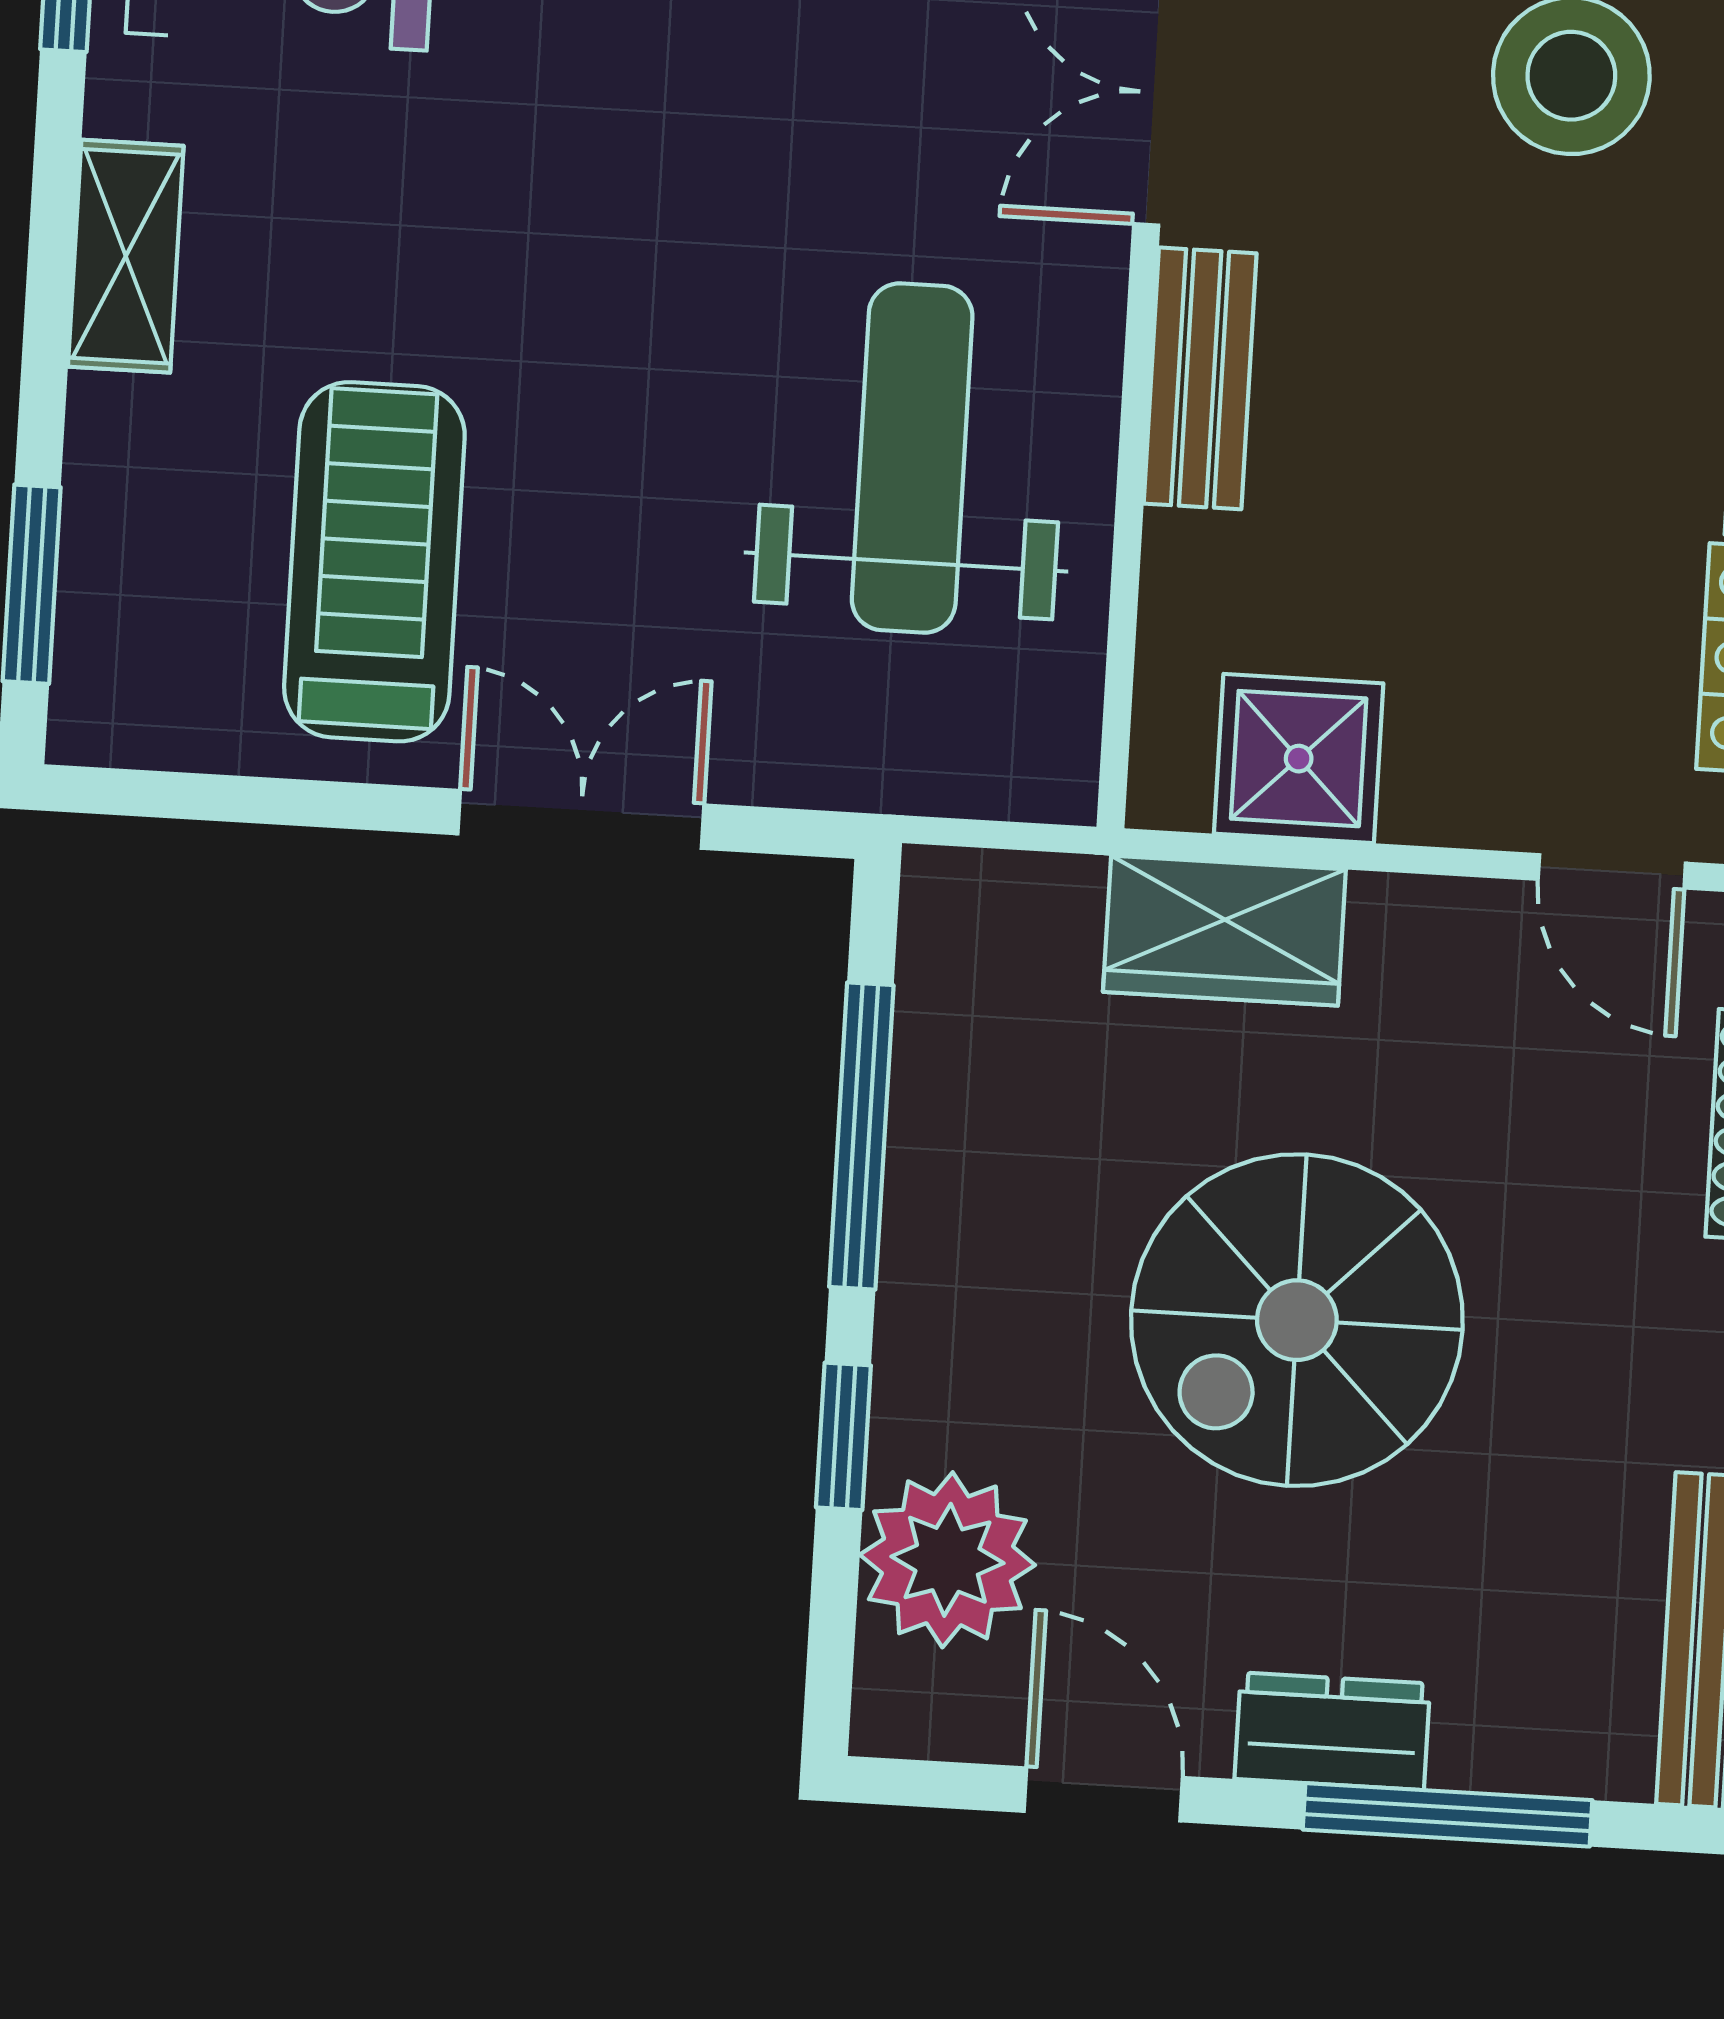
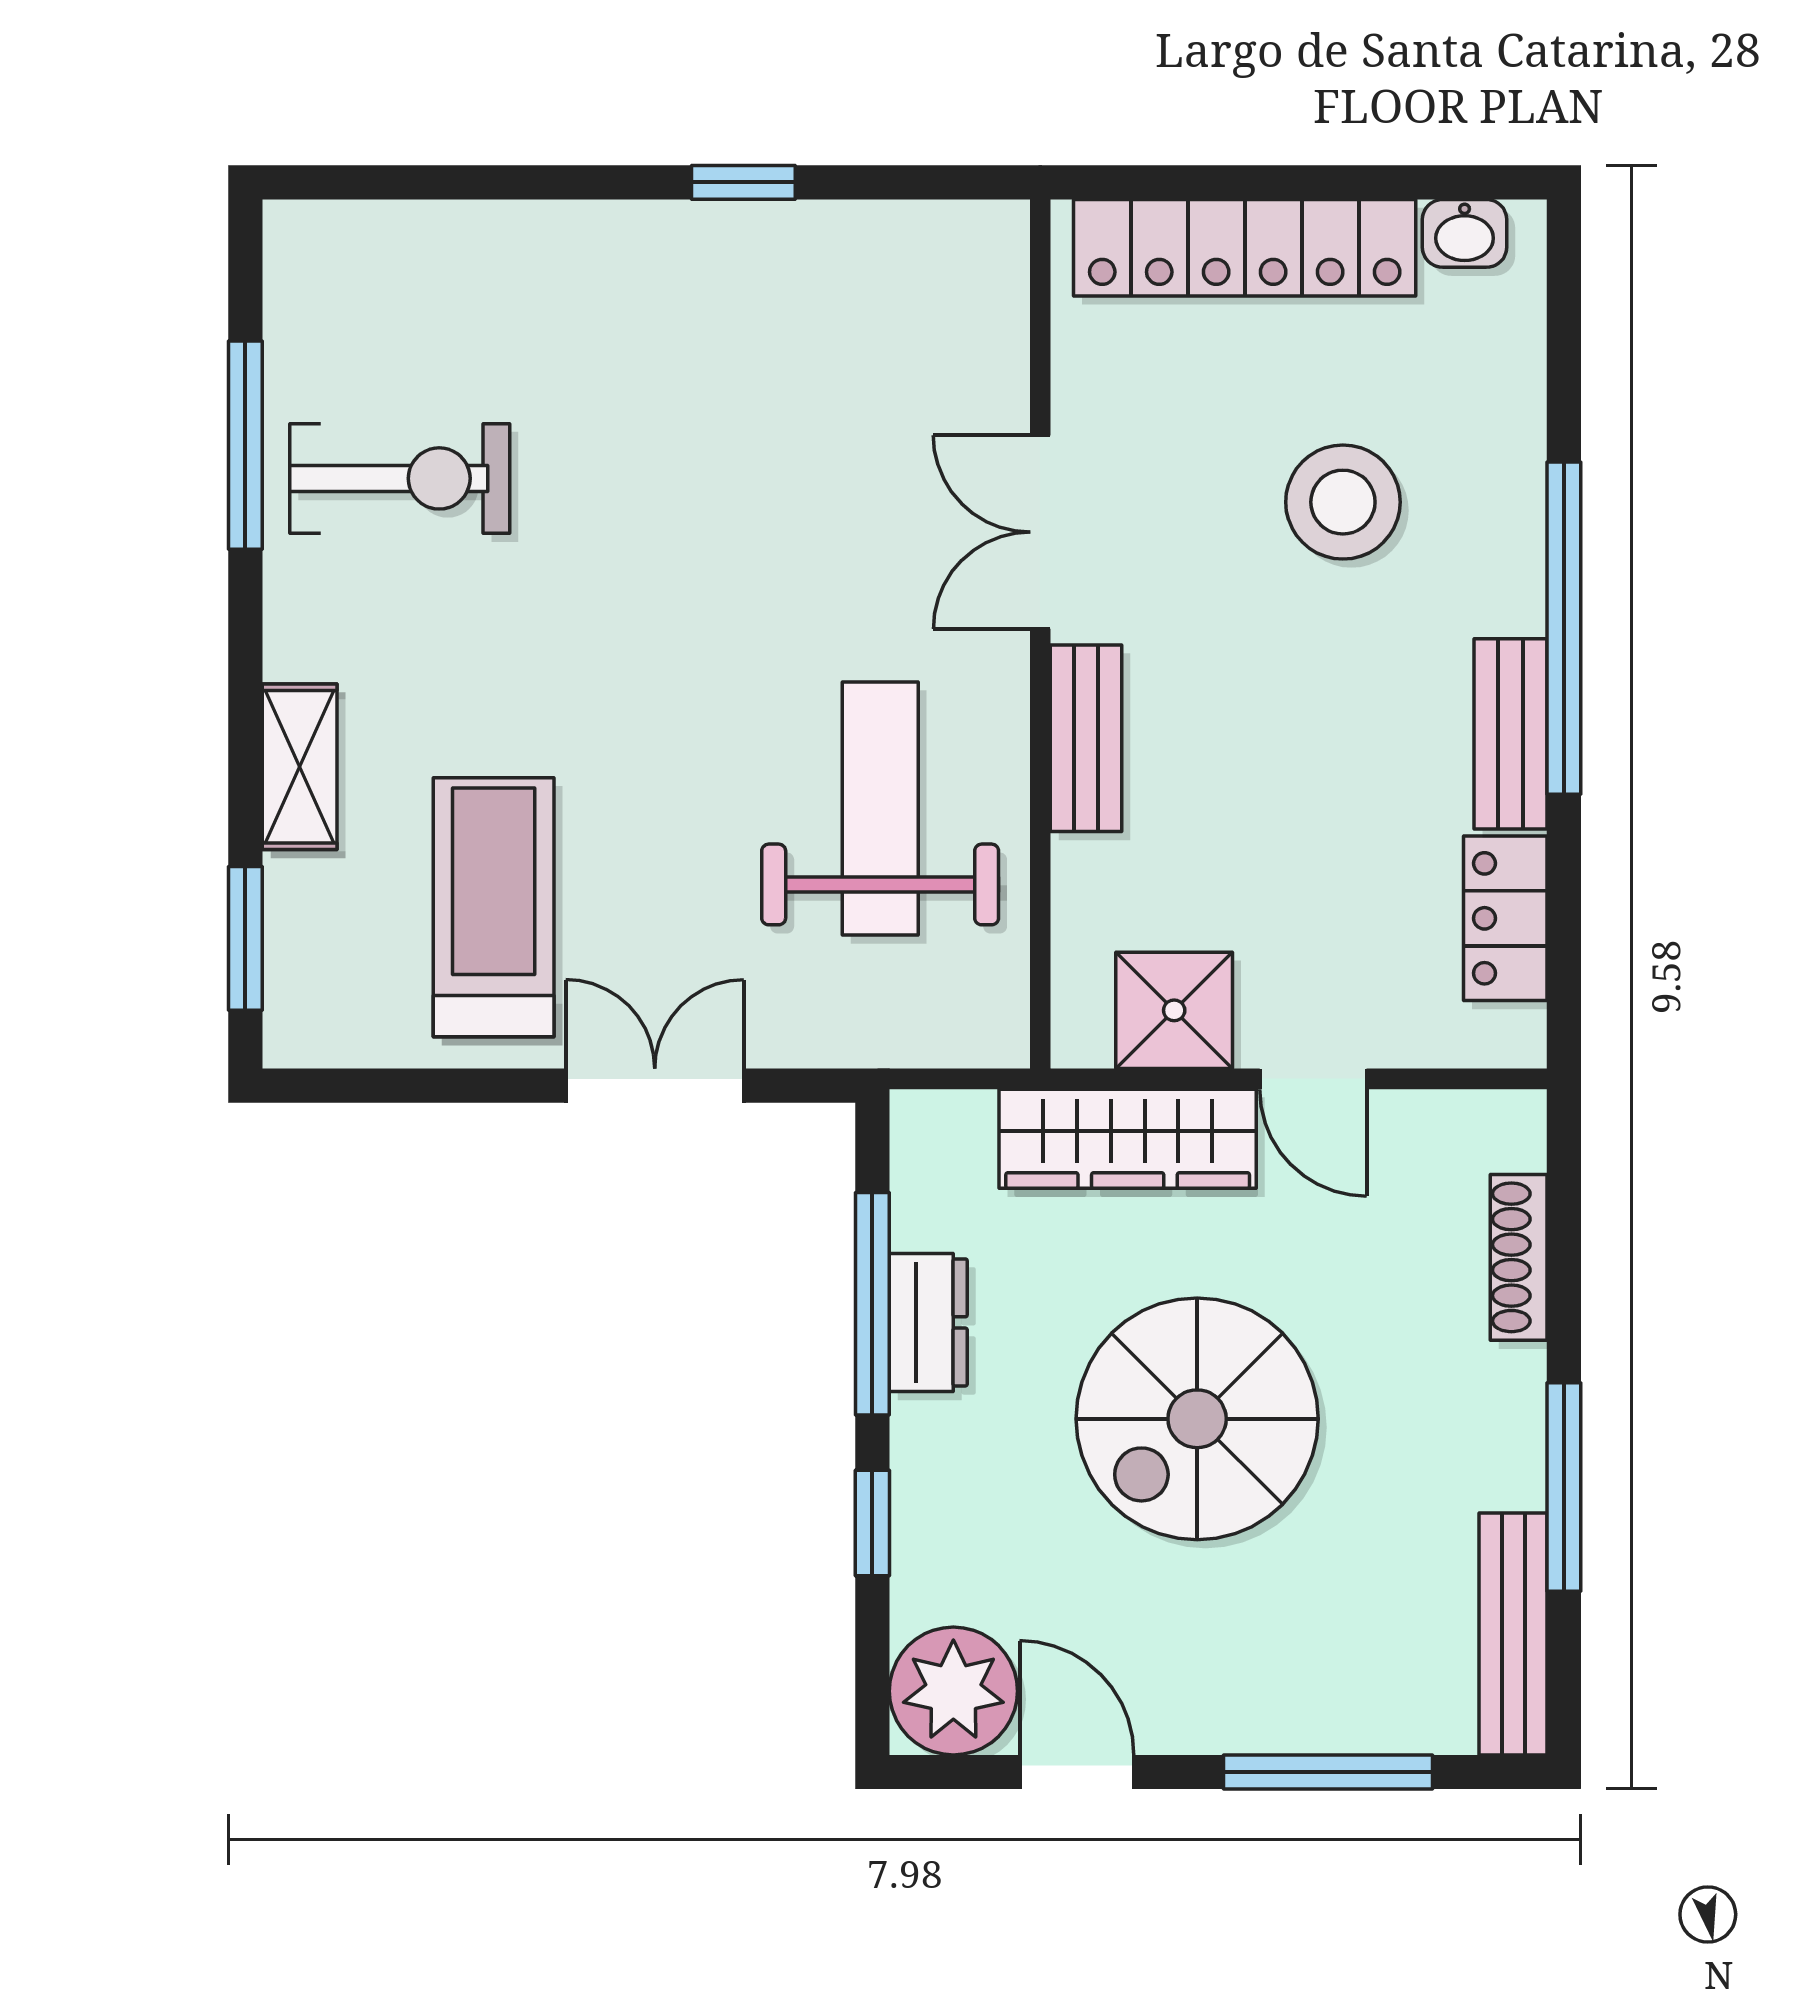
shelving: (126, 256) -> (300, 767), moved
door: (1612, 871) -> (1313, 1079), moved
wardrobe: (1224, 931) -> (1128, 1139), width x1.50
plant: (947, 1560) -> (953, 1691), moved
dresser: (1332, 1731) -> (928, 1322), moved, turned 90

